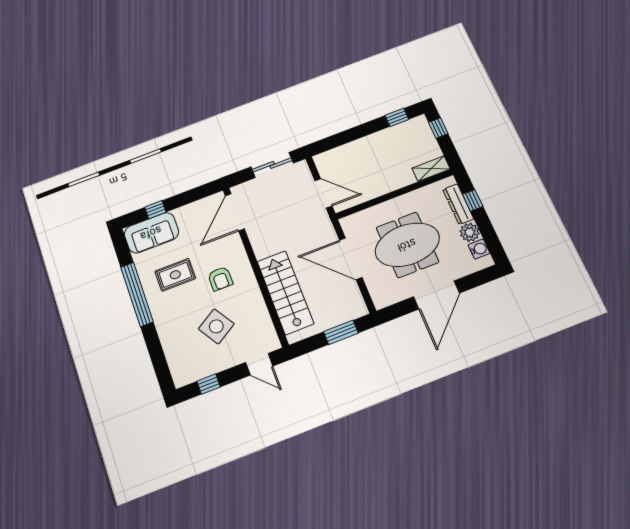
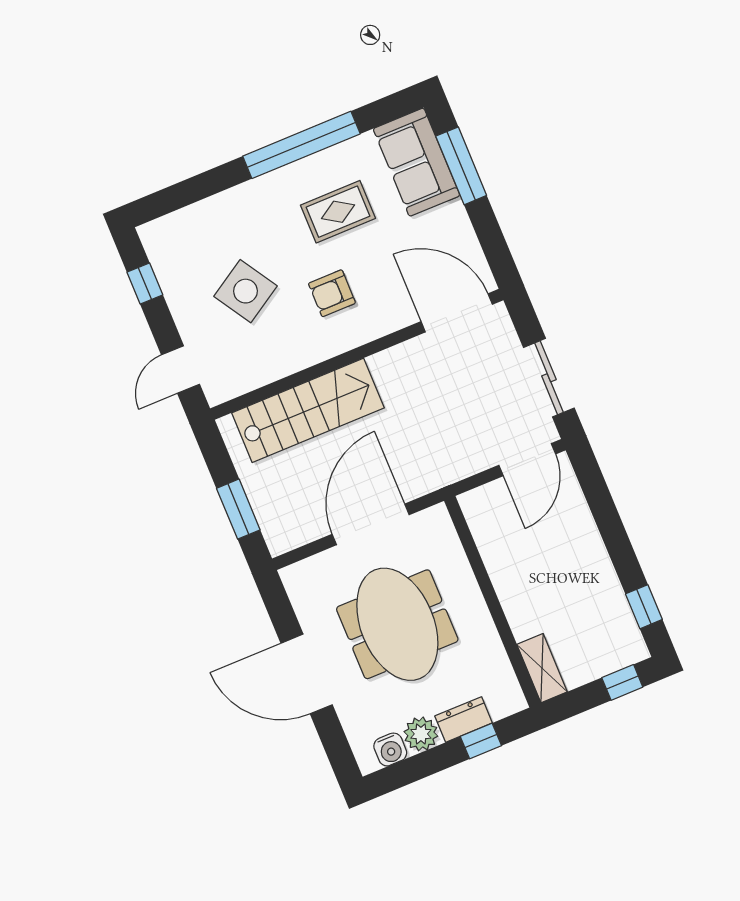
door: (323, 193) -> (527, 460), moved
dresser: (458, 204) -> (464, 719), width x0.70
window: (155, 210) -> (461, 166), width x2.17
rug: (175, 275) -> (338, 212), turned 90

